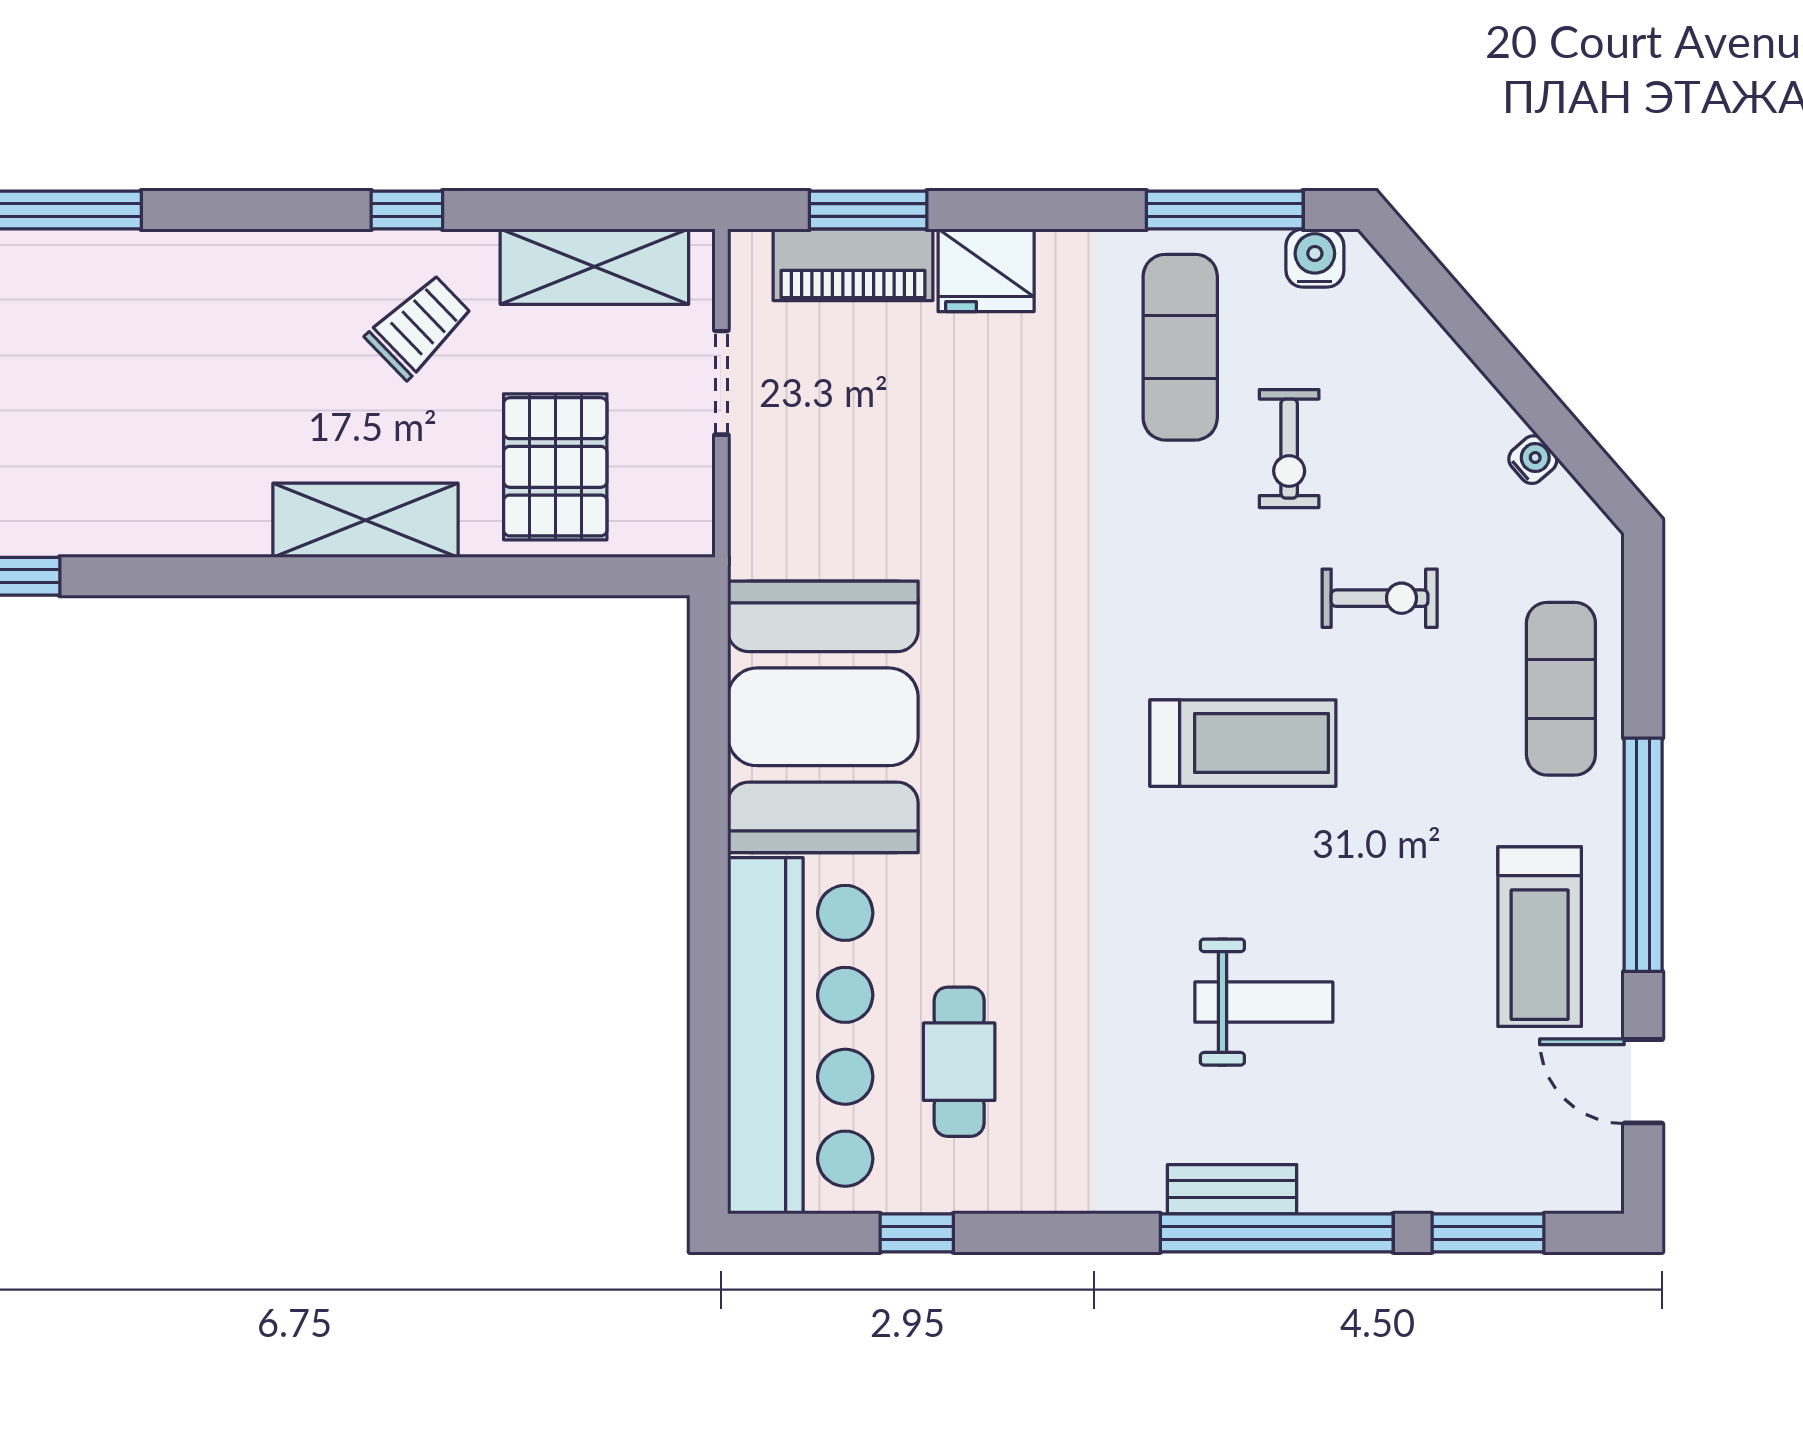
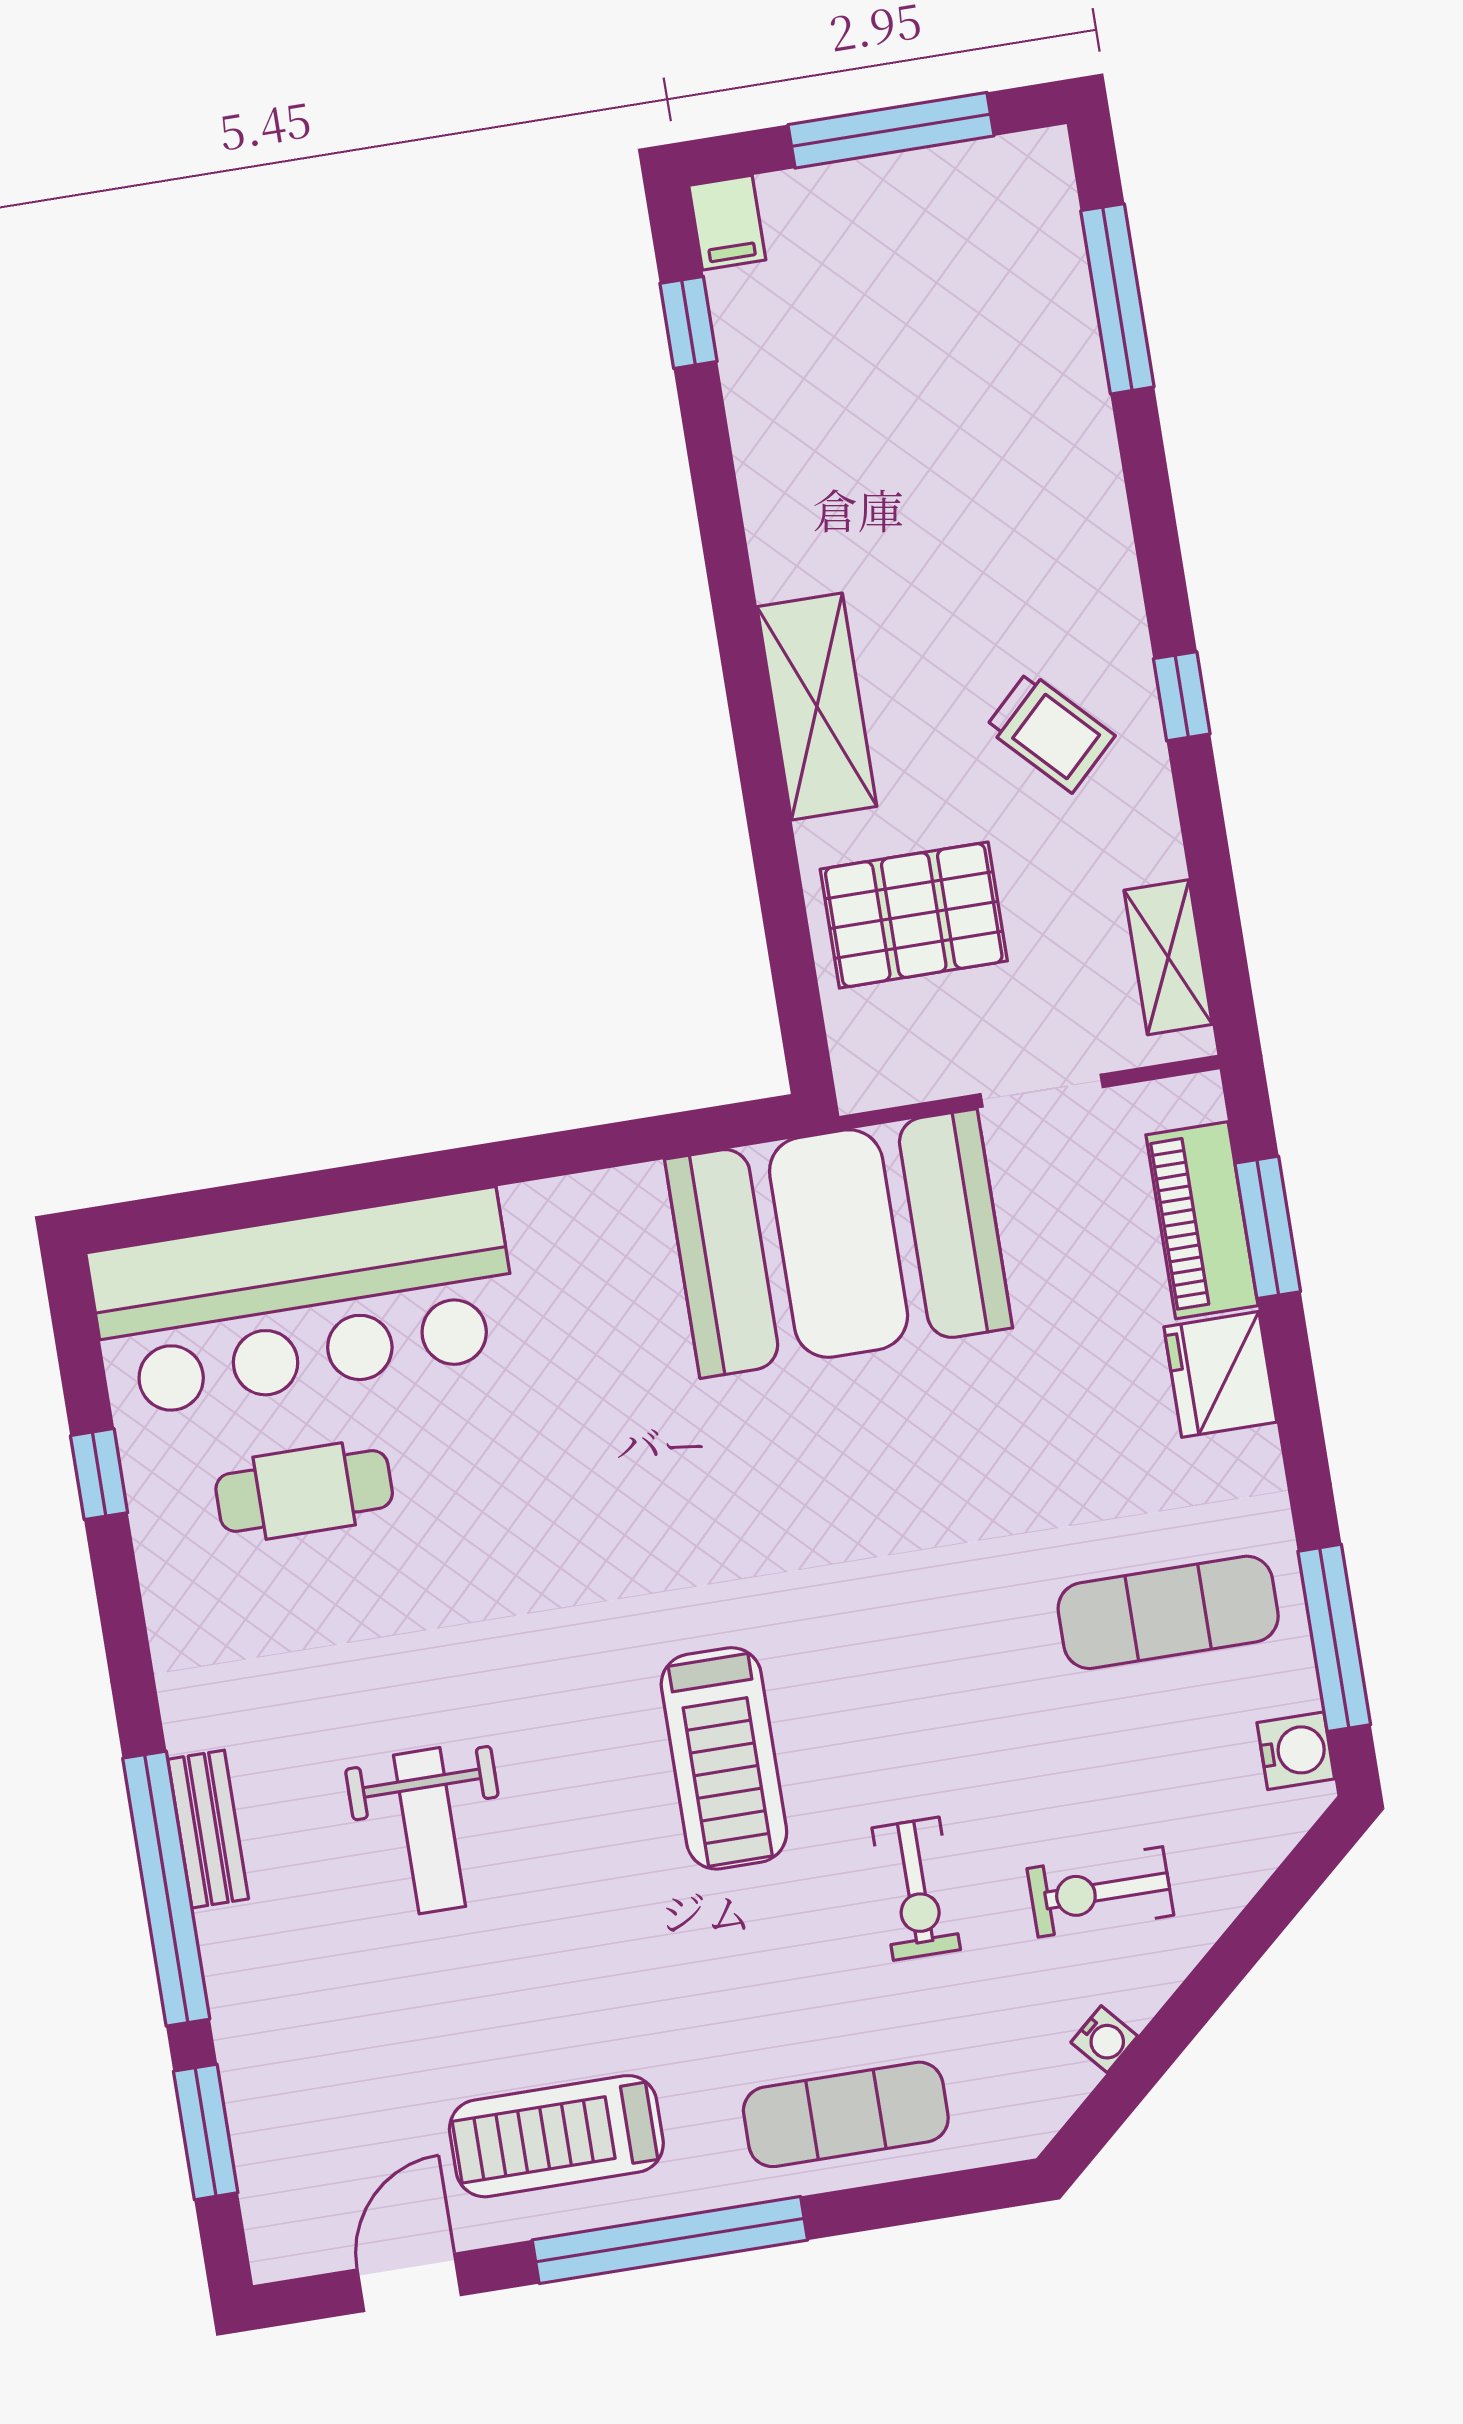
shelving: (594, 267) -> (1168, 957), width x0.67, depth x0.75
exercise bike: (1289, 449) -> (1100, 1892), moved
booth: (823, 717) -> (839, 1244), moved

